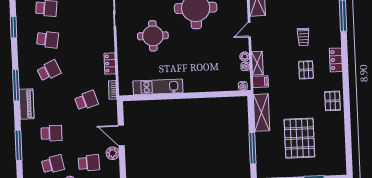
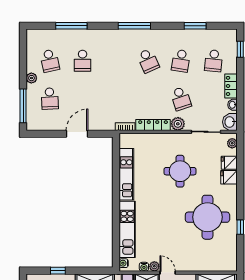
door: (249, 30) -> (168, 273), moved
locker: (110, 63) -> (153, 125), width x1.53
kitchen unit: (210, 84) -> (127, 229), added
school desk: (86, 100) -> (181, 99), moved
piano: (27, 104) -> (114, 36), removed
window: (253, 148) -> (58, 271), width x0.46
plant: (113, 153) -> (178, 124), moved

